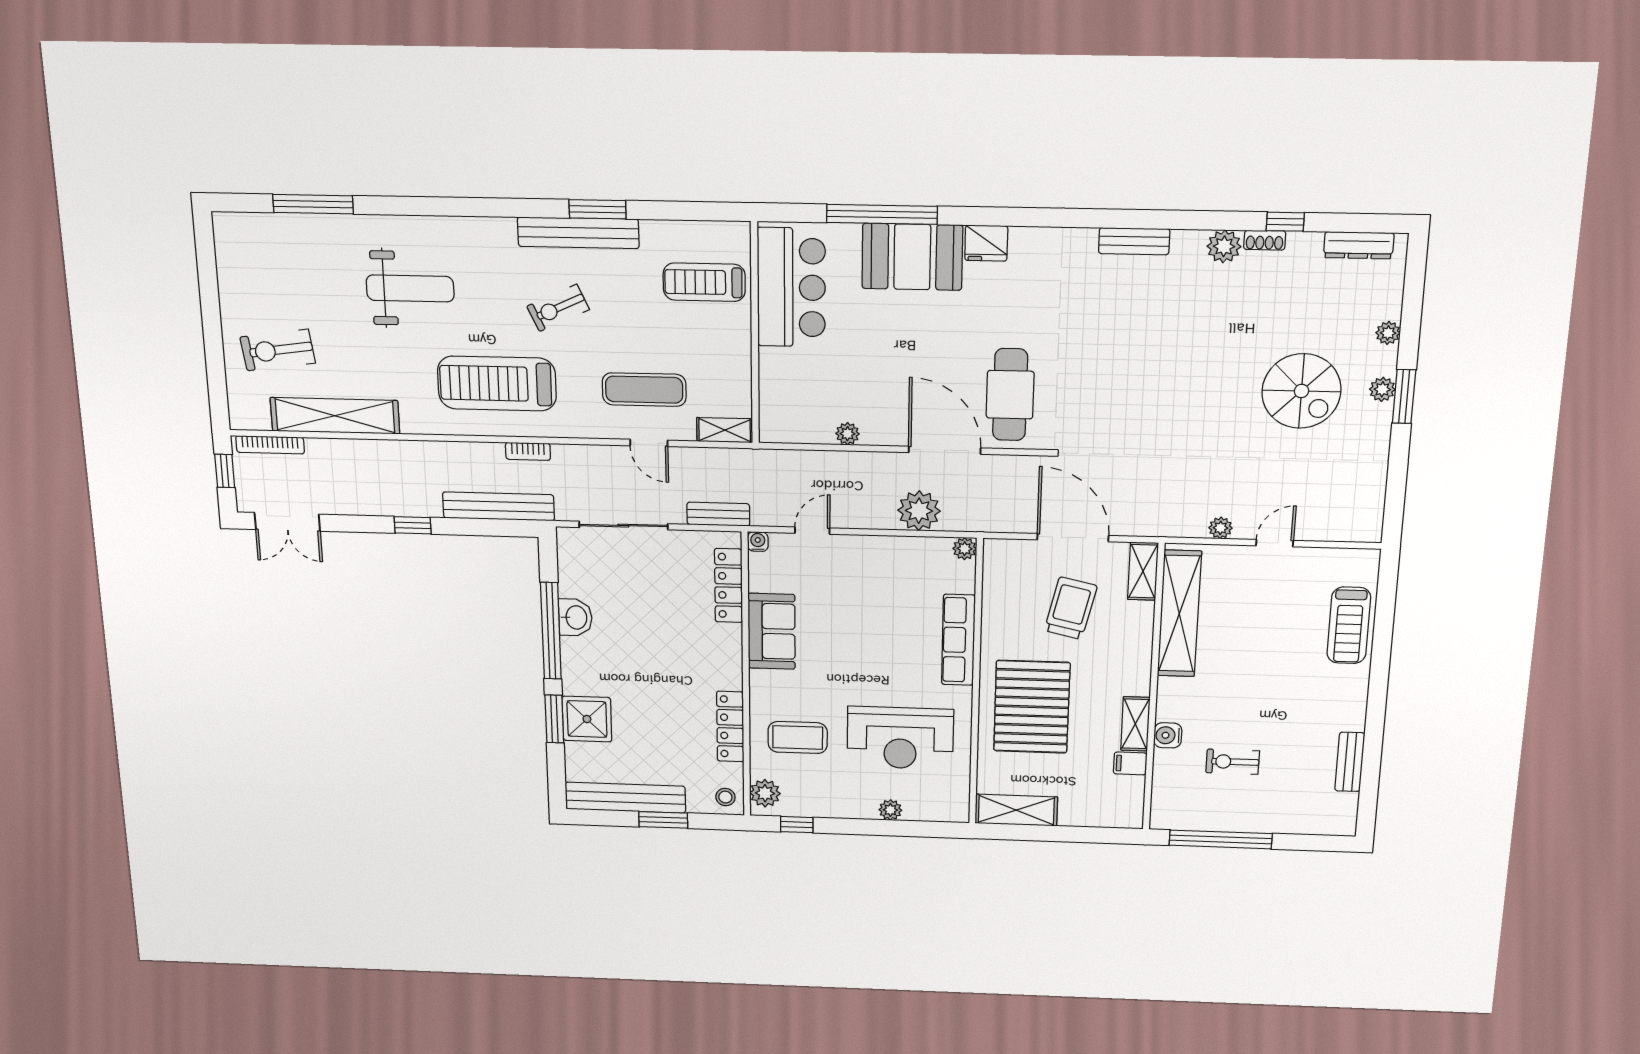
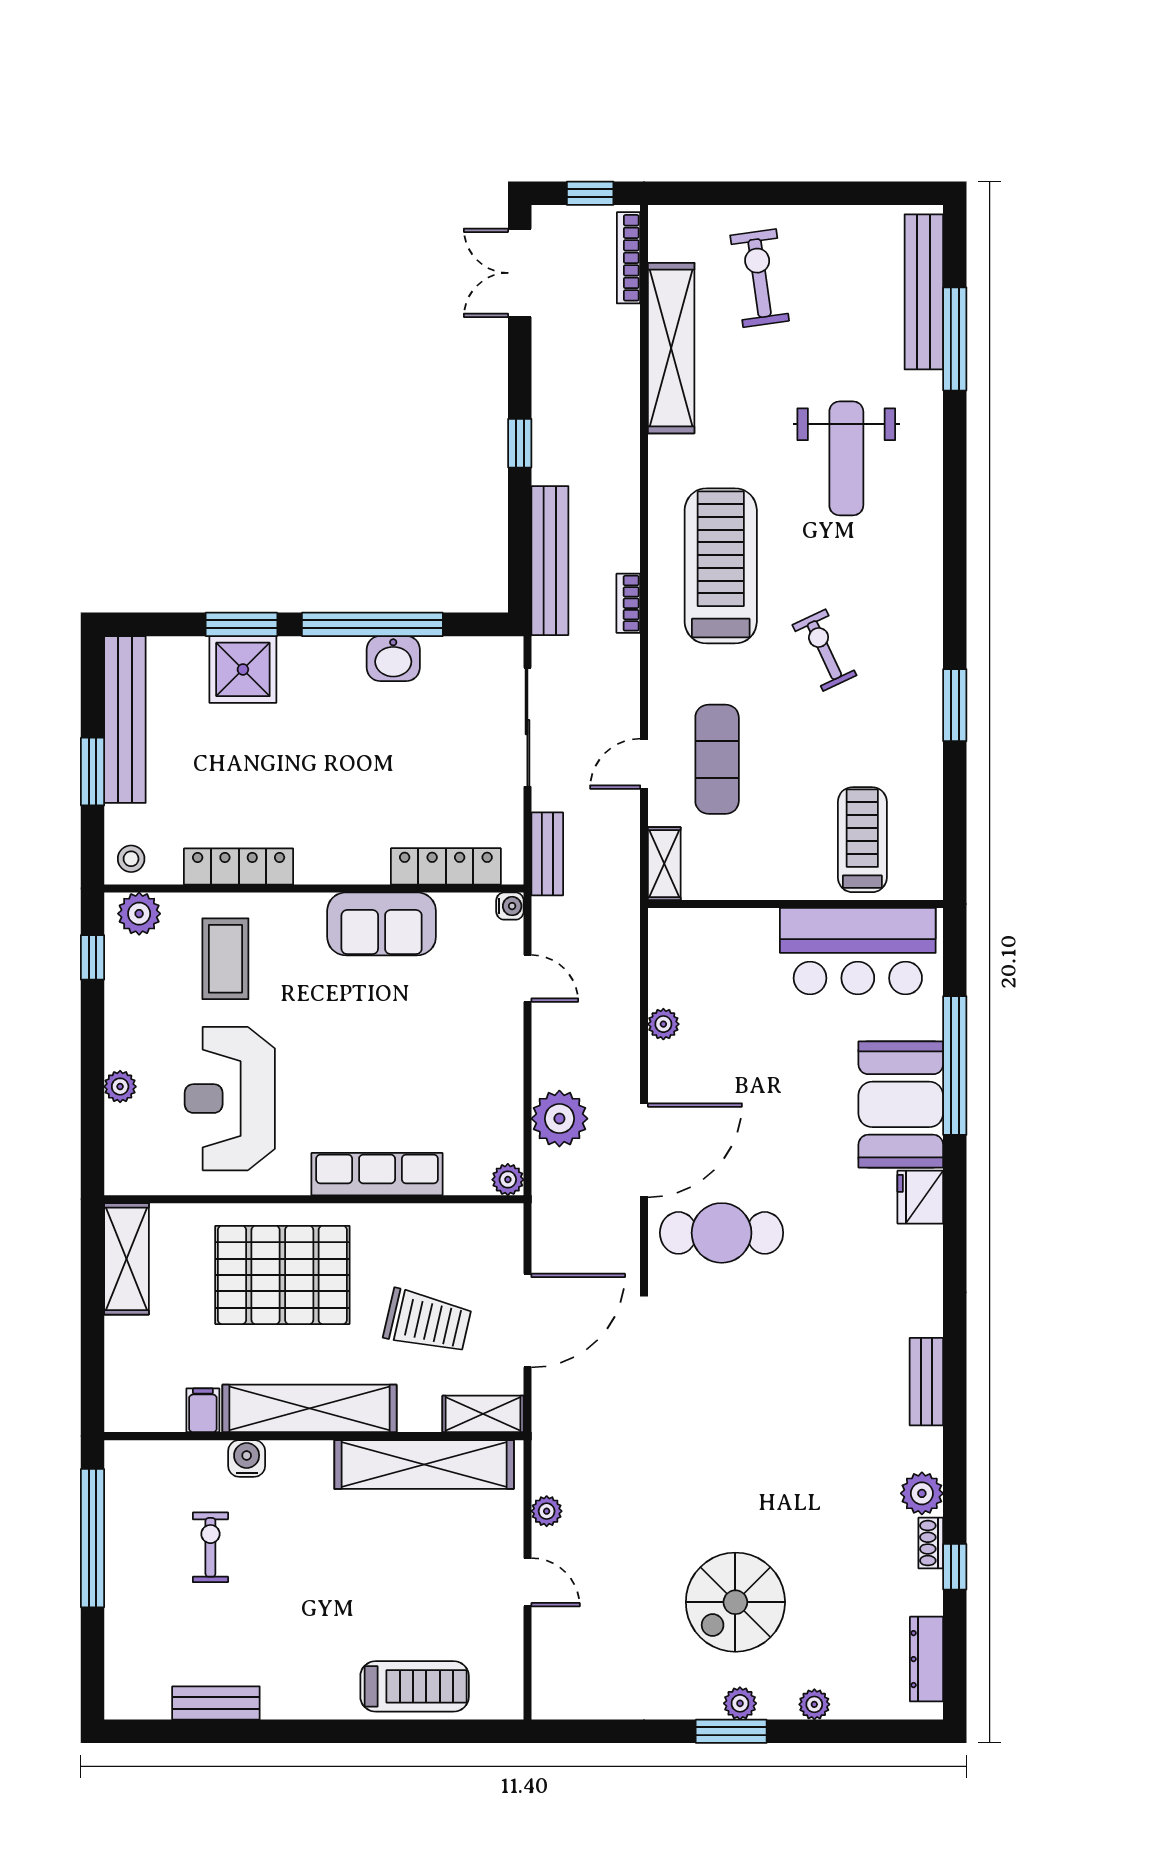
bench: (578, 233) -> (924, 292), moved
treadmill: (1349, 625) -> (415, 1686), turned 180
shelving: (1135, 724) -> (310, 1408), width x2.20, depth x1.33

